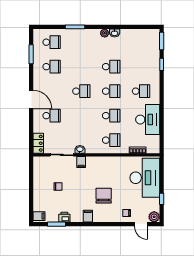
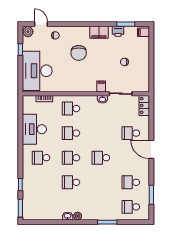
filing cabinet: (88, 216) -> (99, 32), width x2.00

